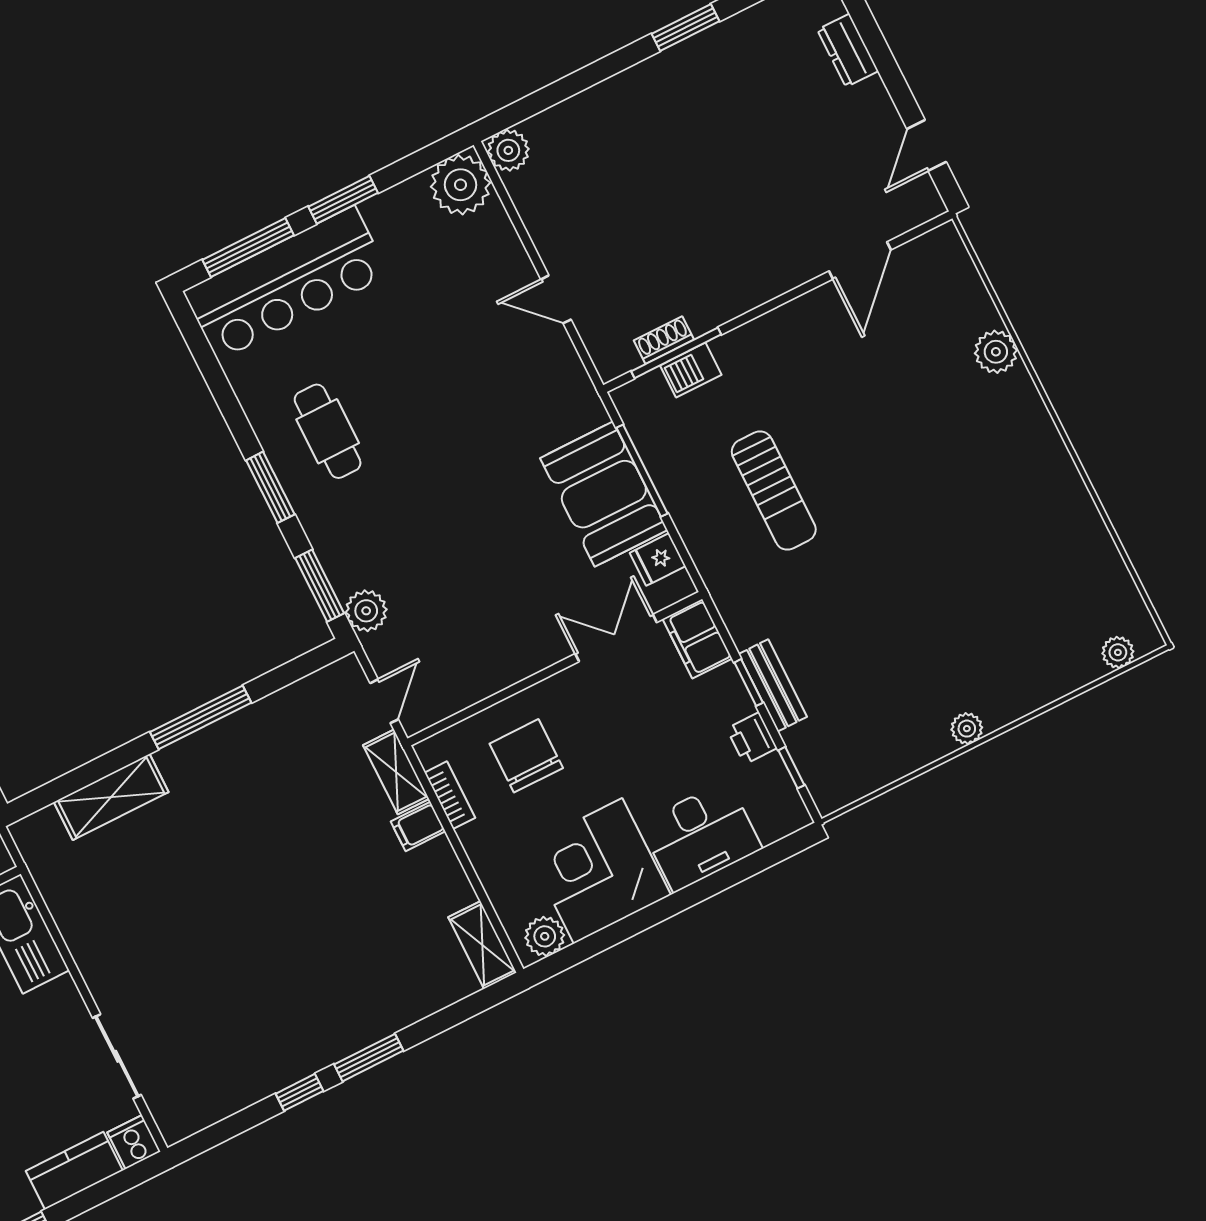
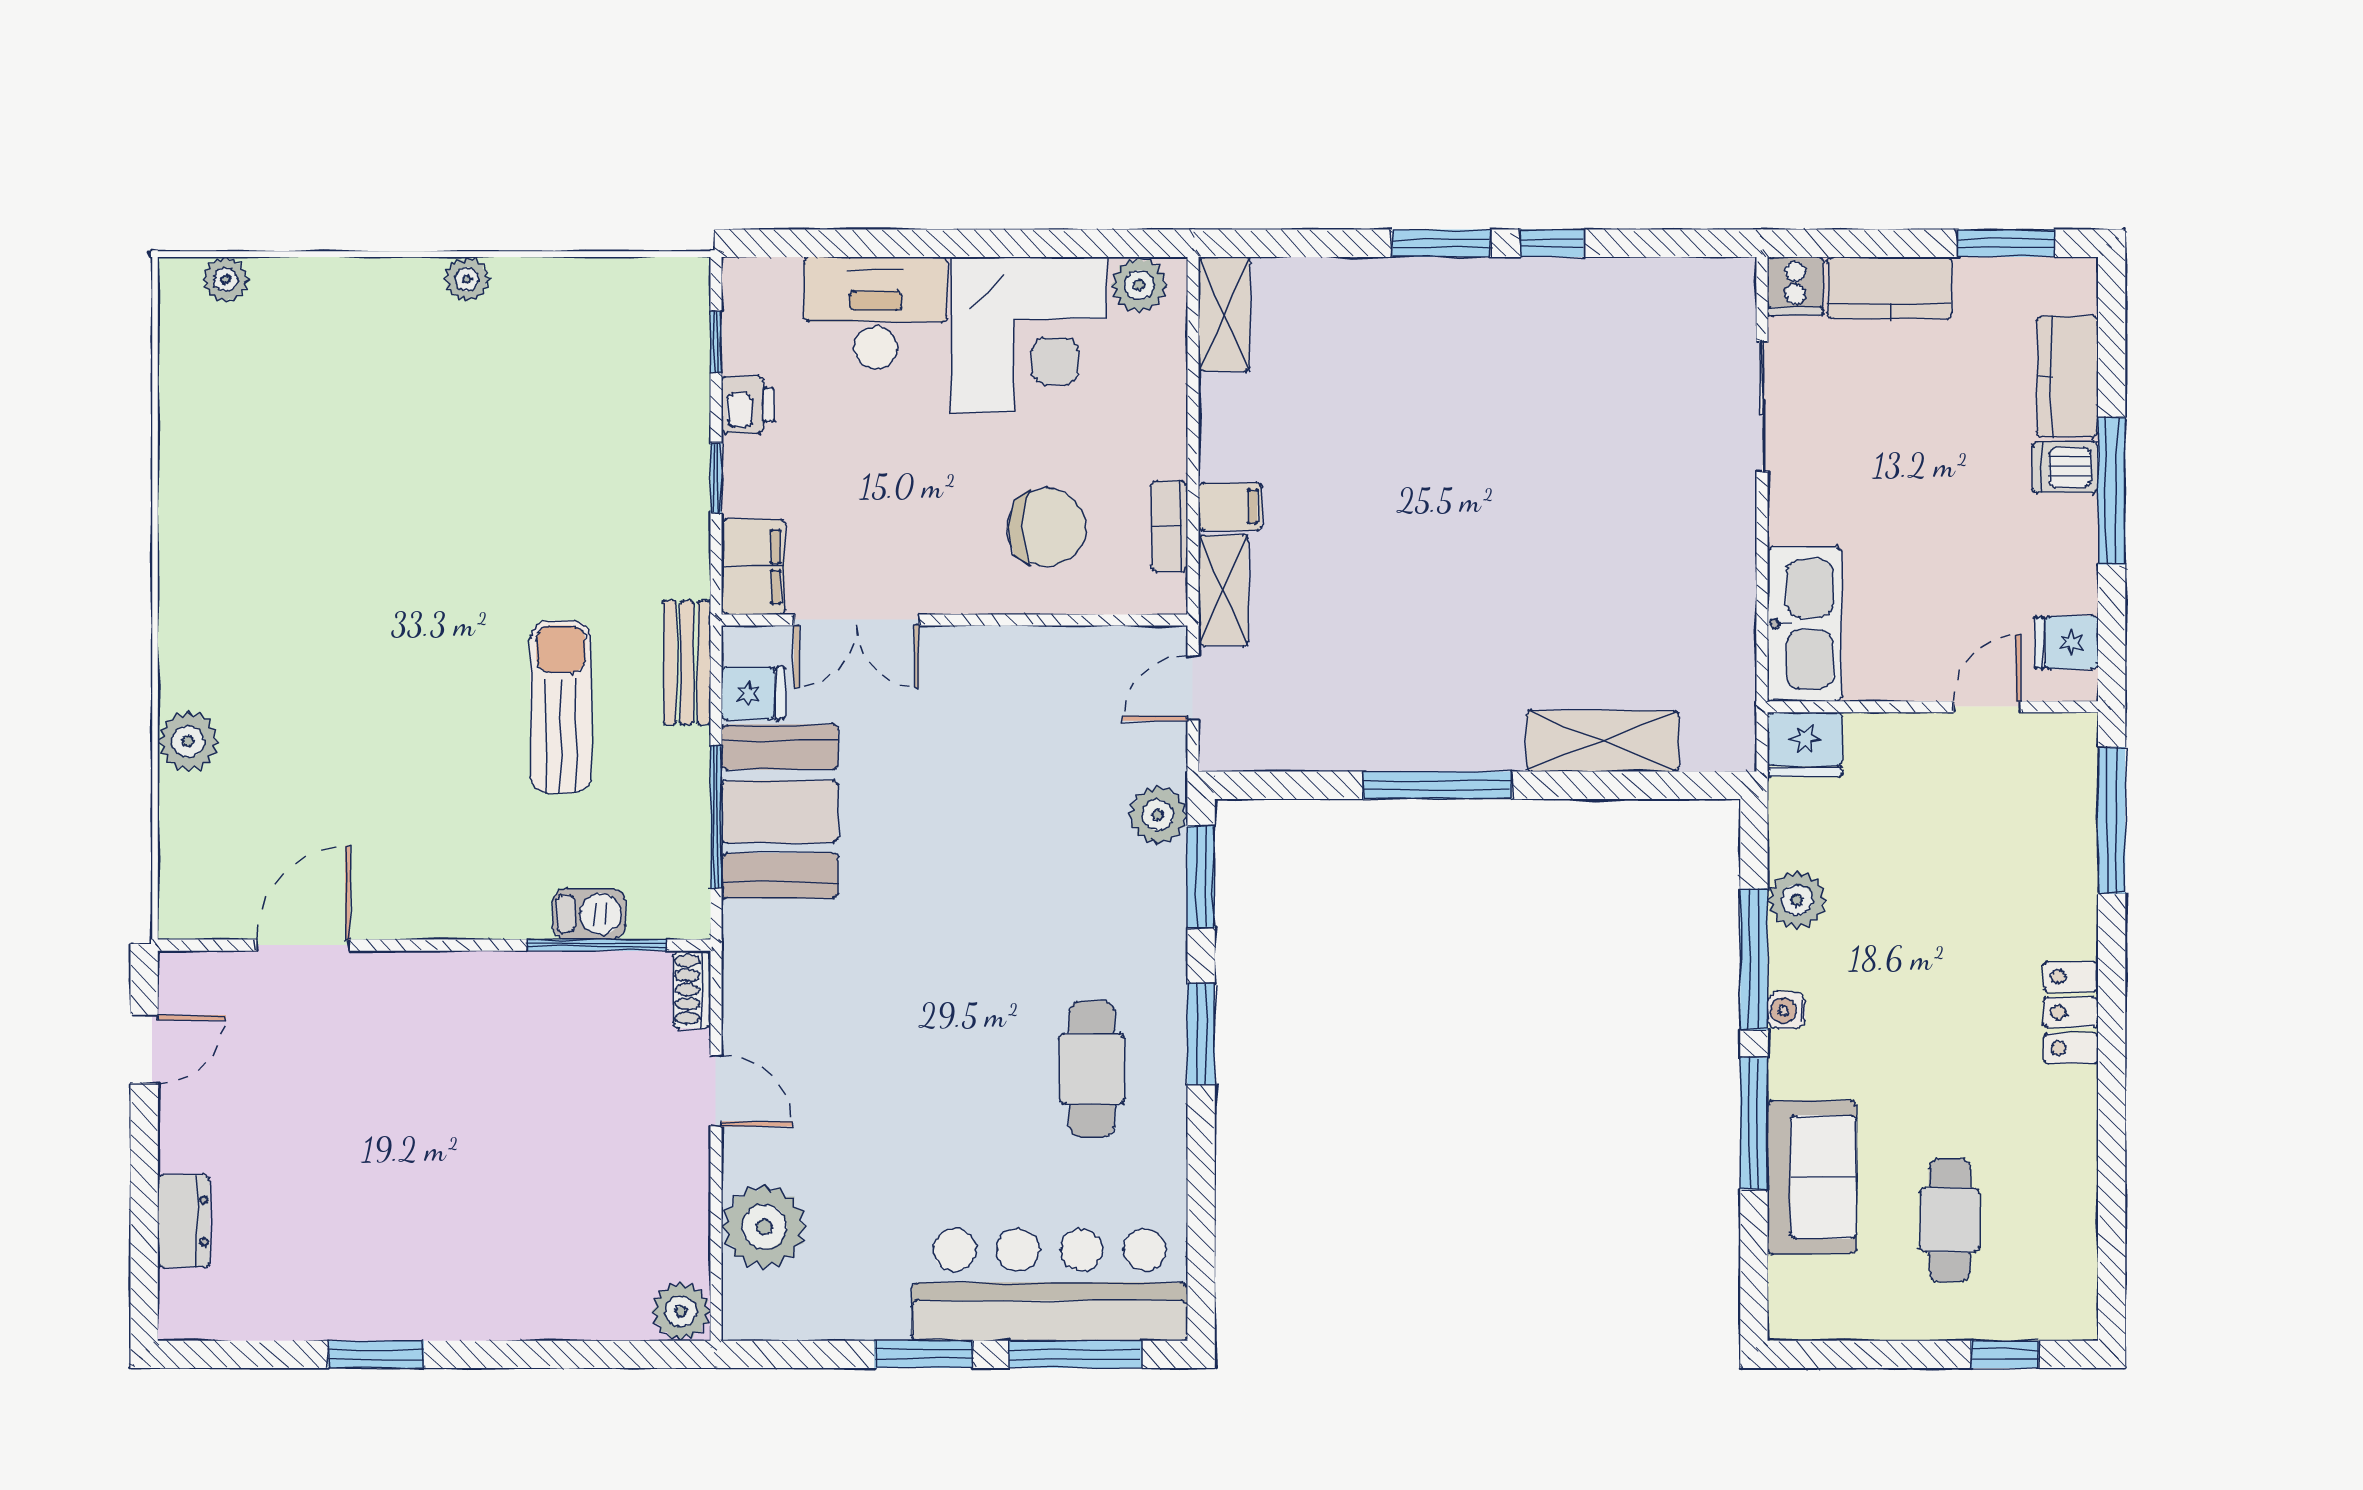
plant: (461, 185) -> (764, 1227), moved
shoe rack: (664, 340) -> (692, 989), moved, turned 90
bench: (773, 685) -> (687, 663), moved
chair: (526, 756) -> (1047, 527), turned -90

